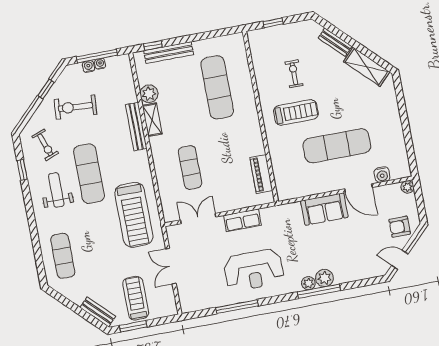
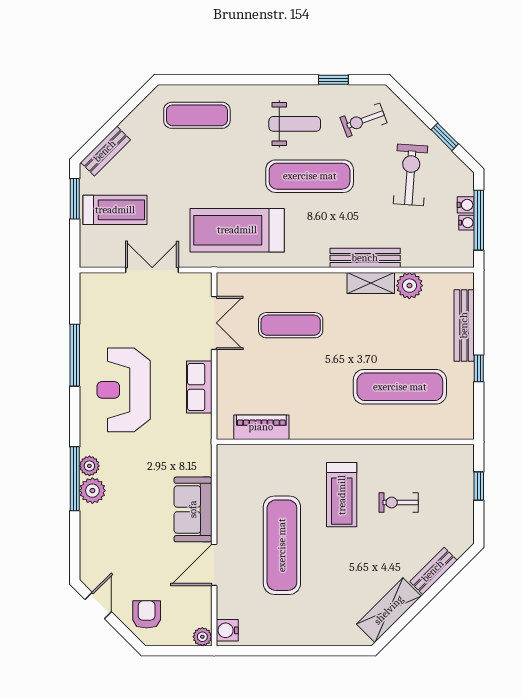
window: (153, 45) -> (479, 368), moved
exercise bike: (294, 74) -> (399, 503), turned 180
water cooler: (382, 175) -> (227, 630), moved

